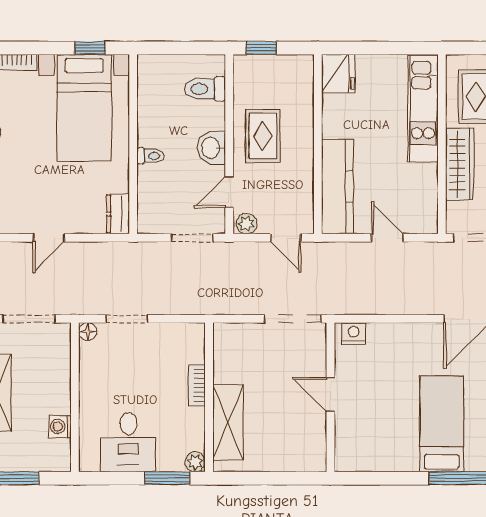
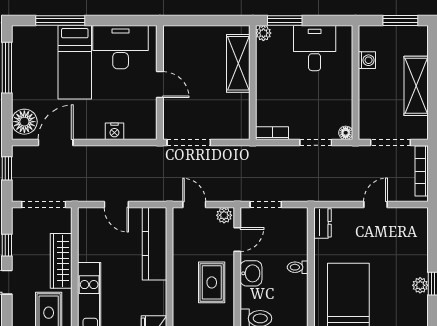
nightstand: (354, 333) -> (114, 131), moved
bookcase: (197, 385) -> (272, 133), moved, turned -90
desk: (382, 444) -> (121, 47), added

